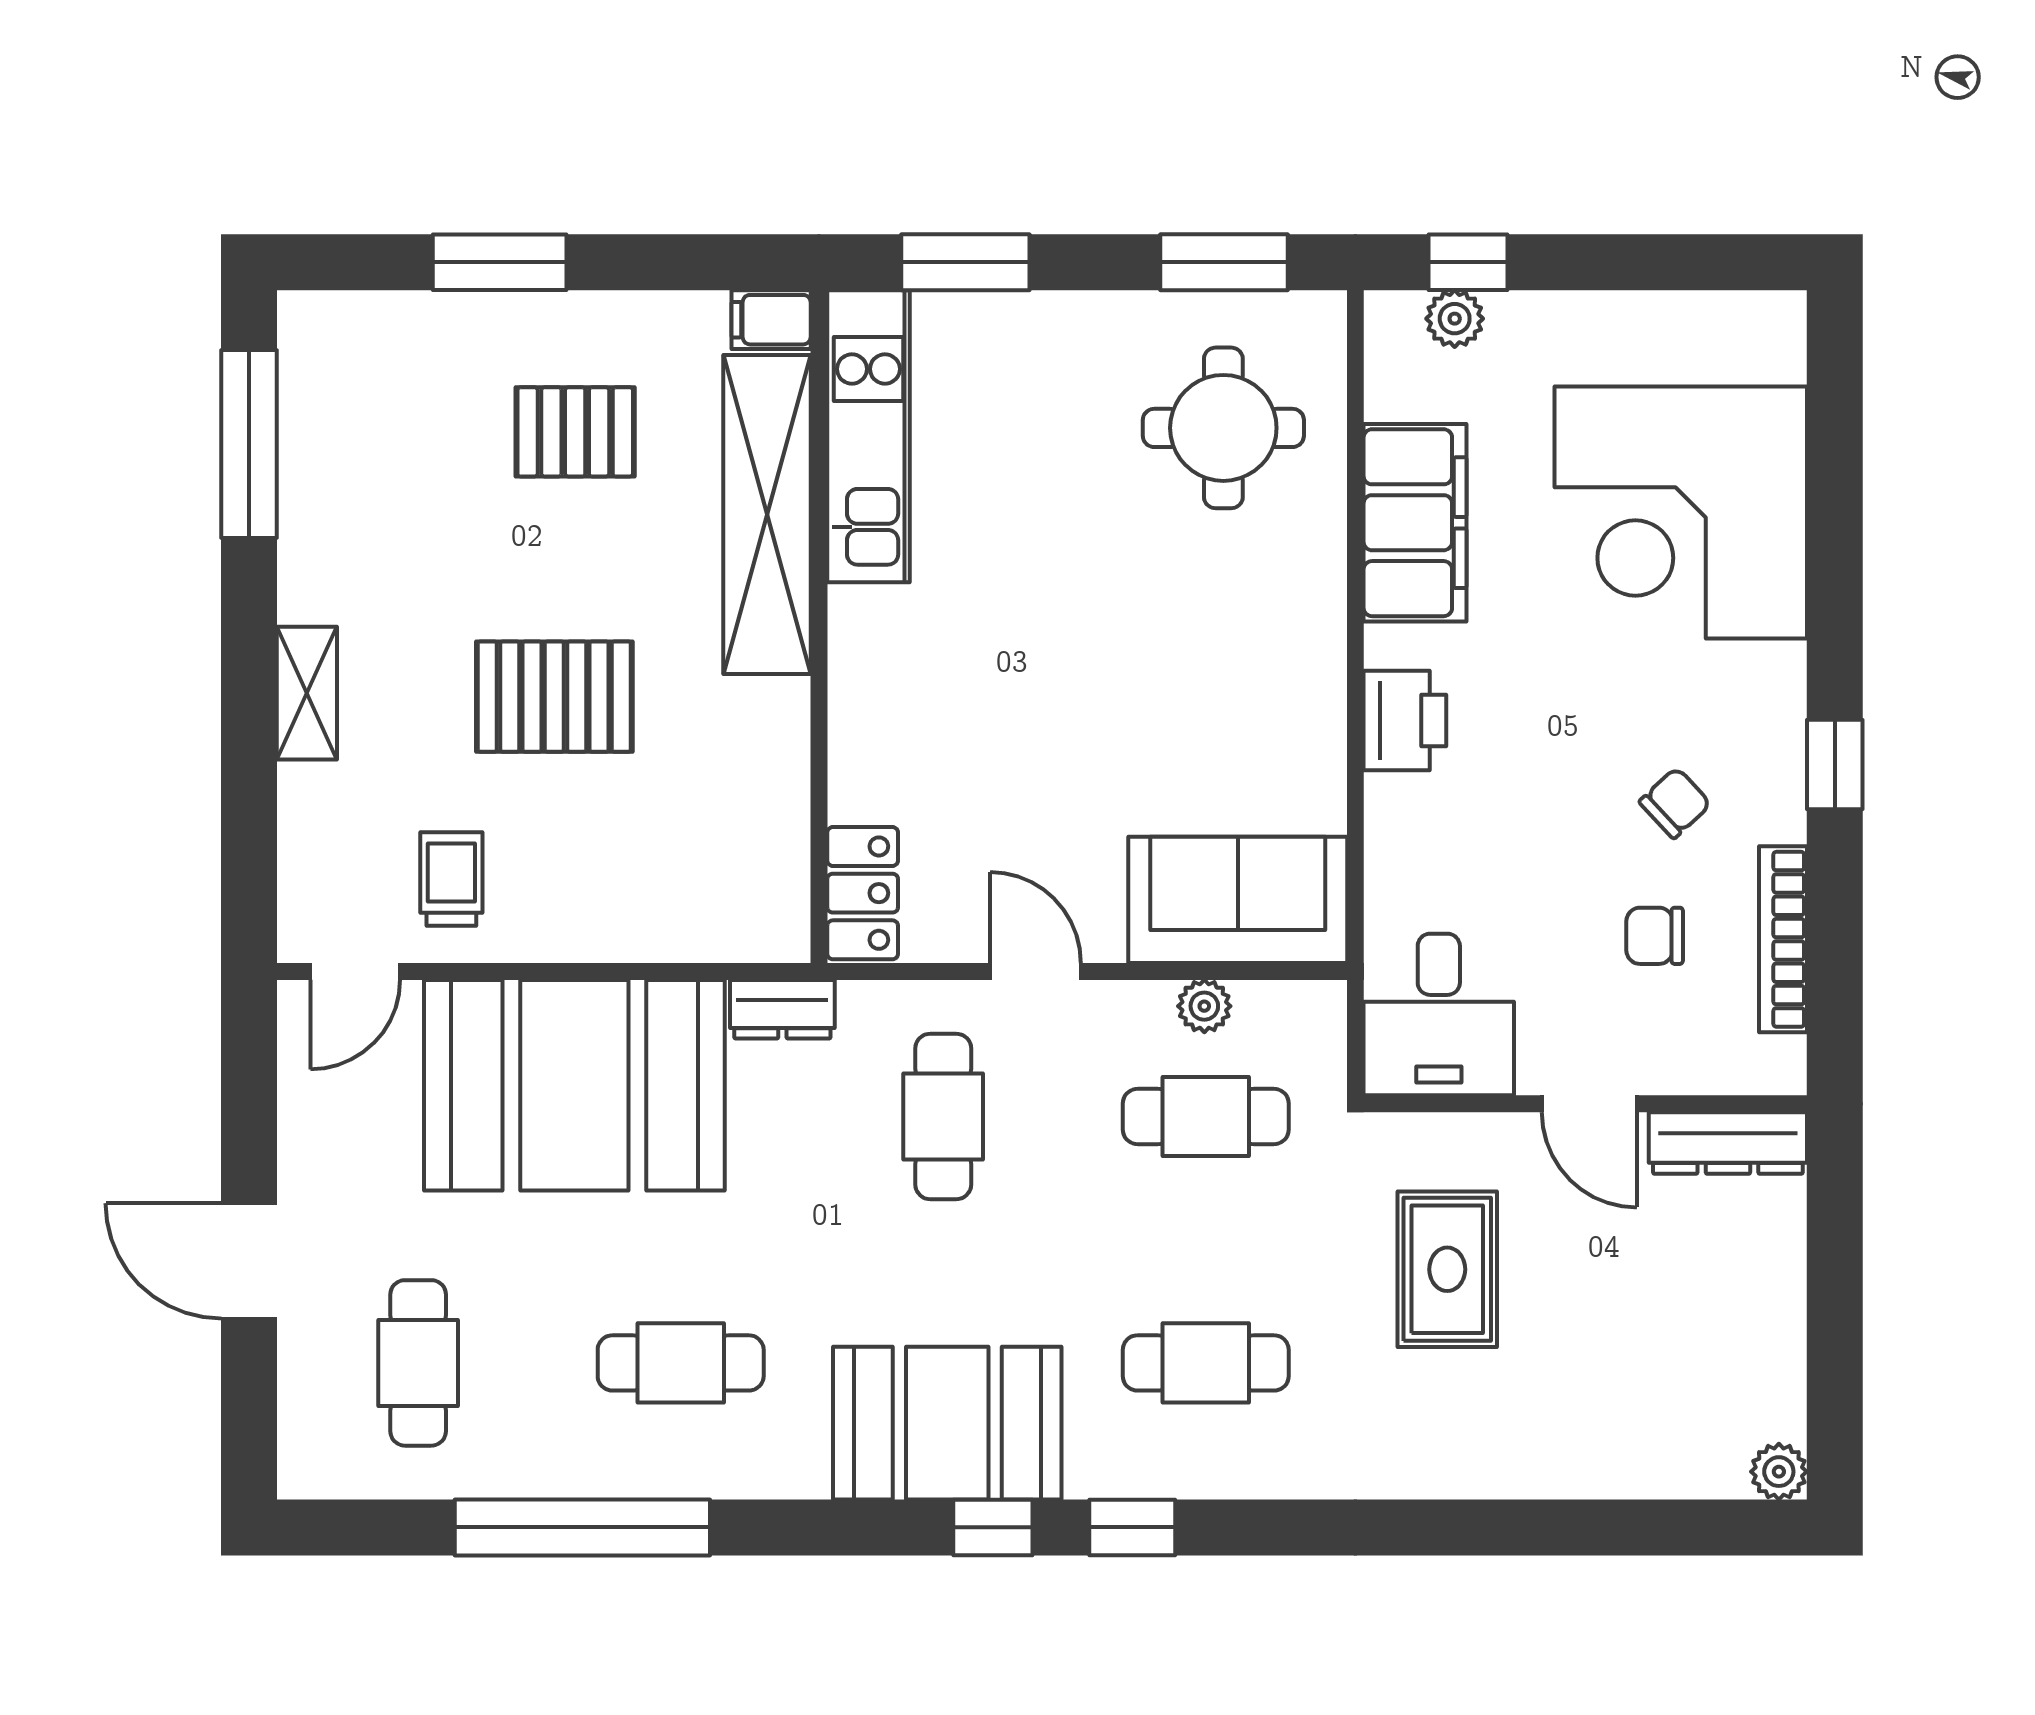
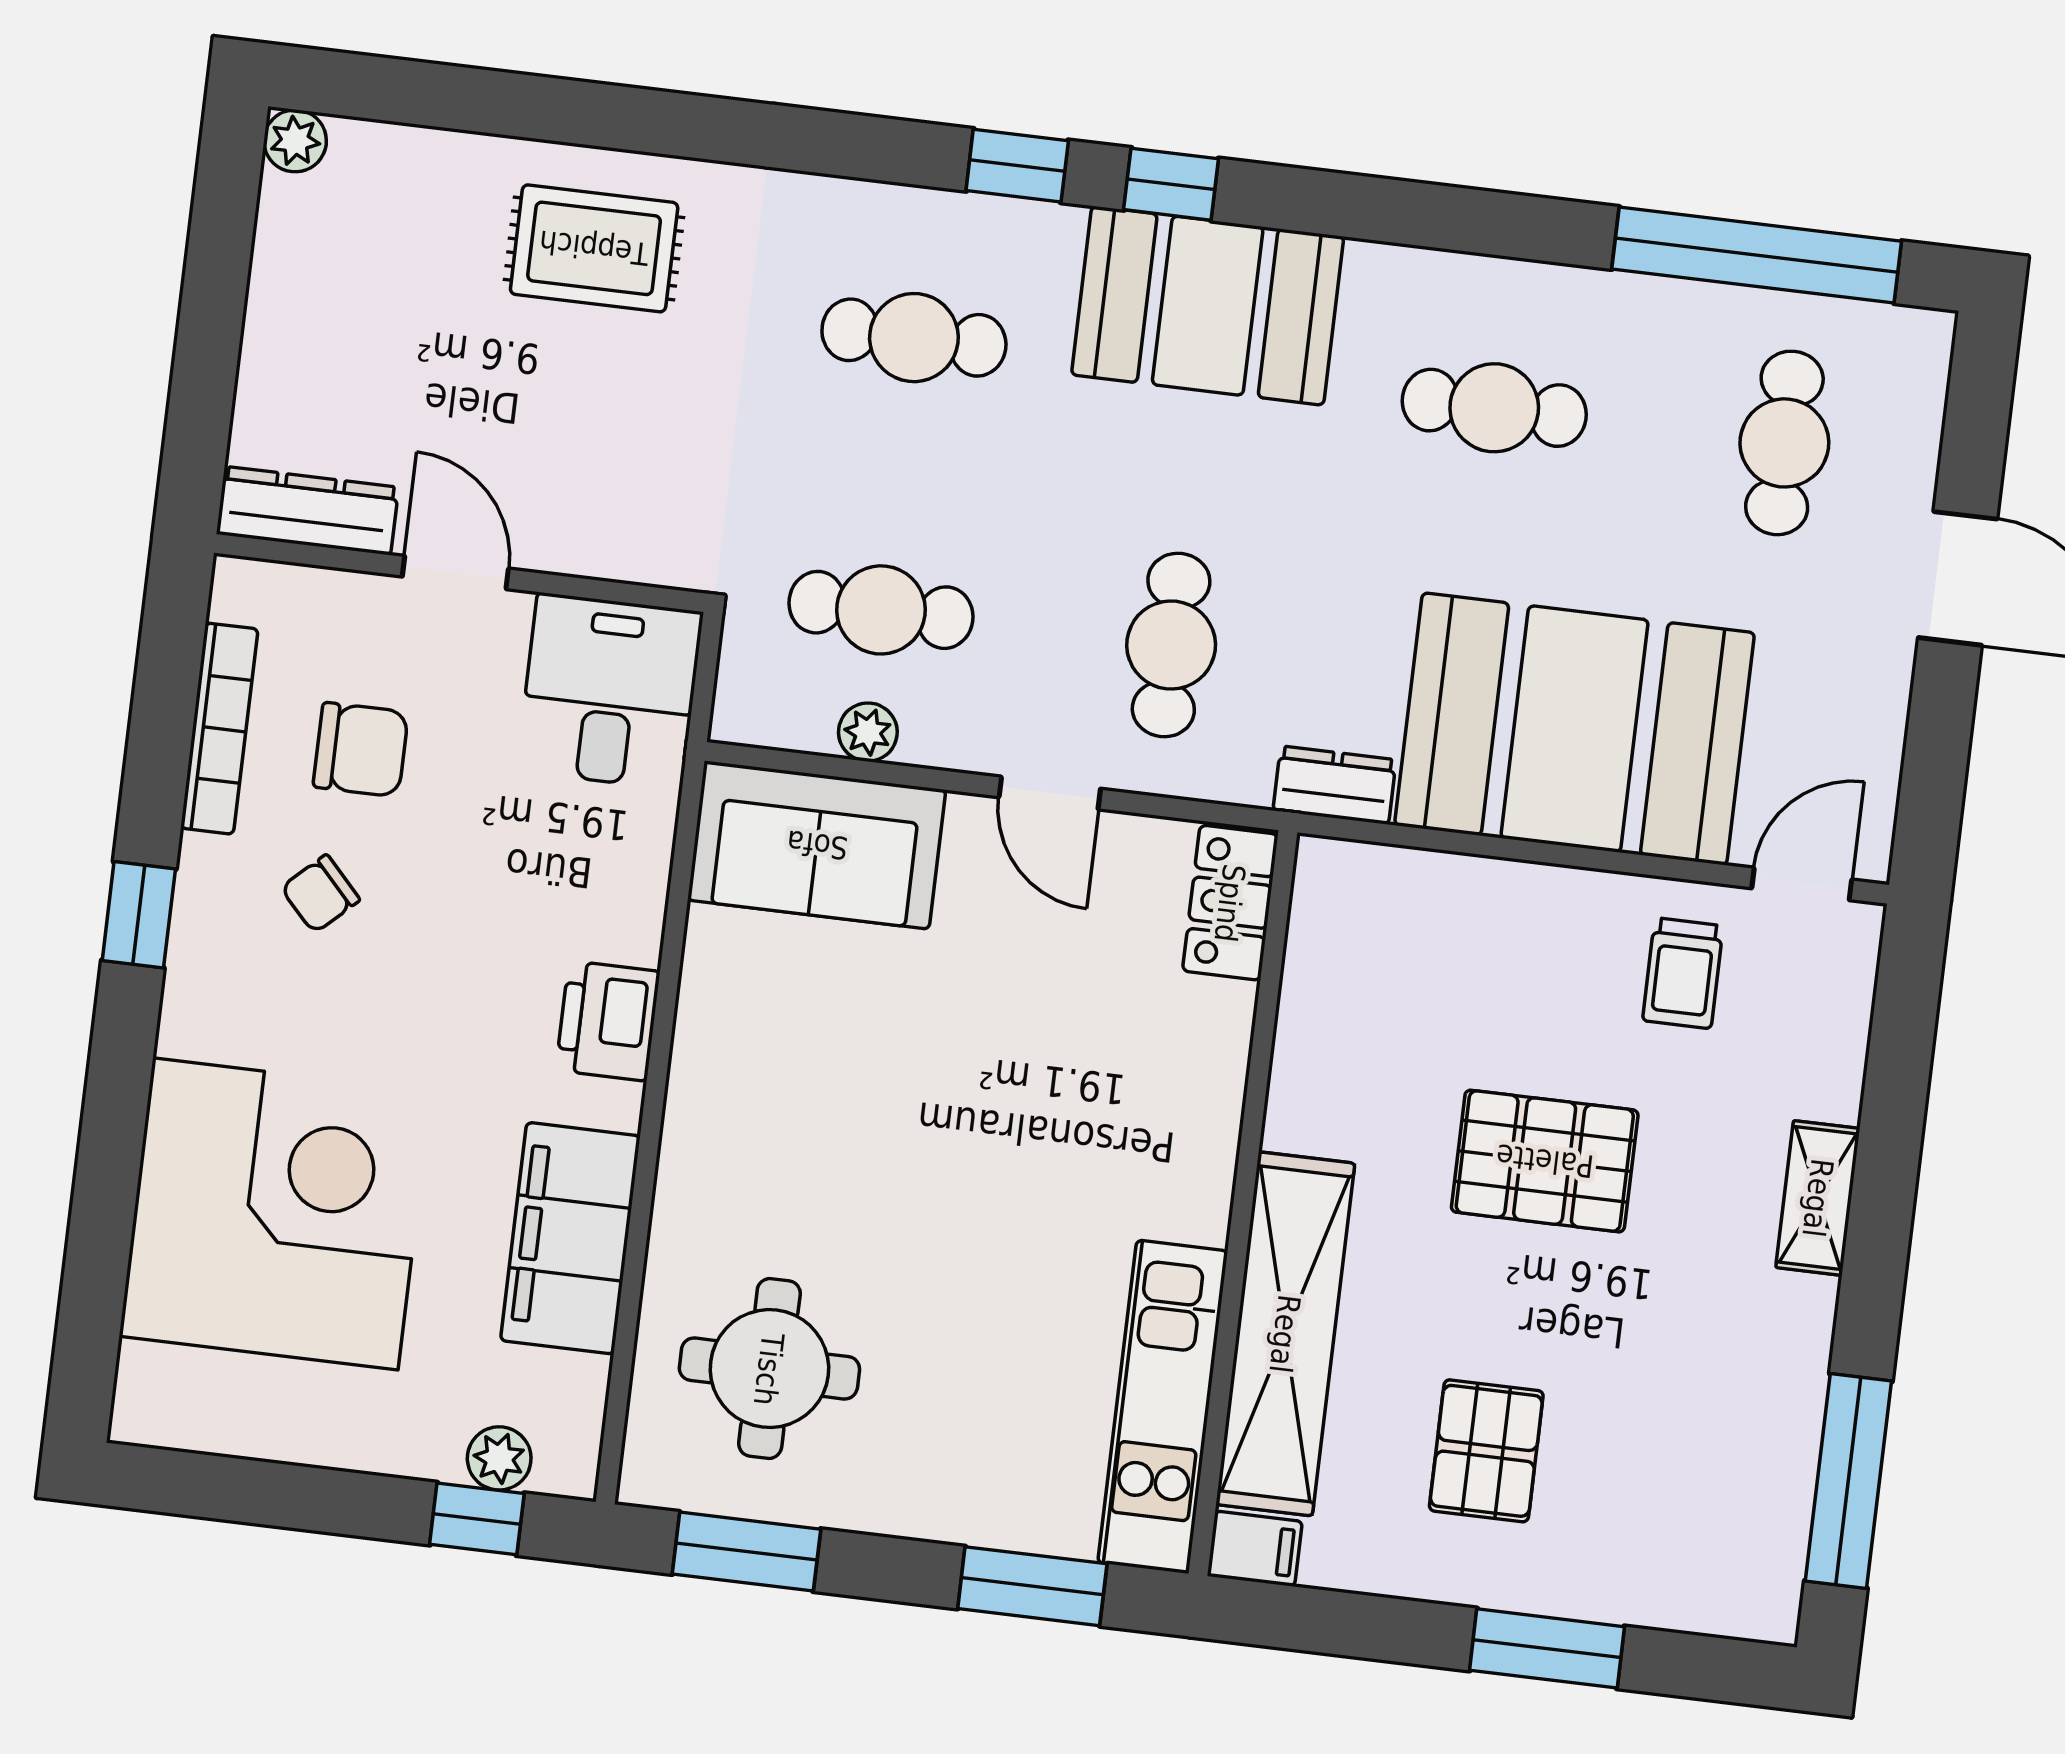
pallet: (575, 432) -> (1486, 1451), turned 90
chair: (1655, 936) -> (361, 750), width x1.37, depth x1.37
rug: (1447, 1269) -> (594, 248), moved, turned 90
window: (582, 1527) -> (1757, 255), moved

